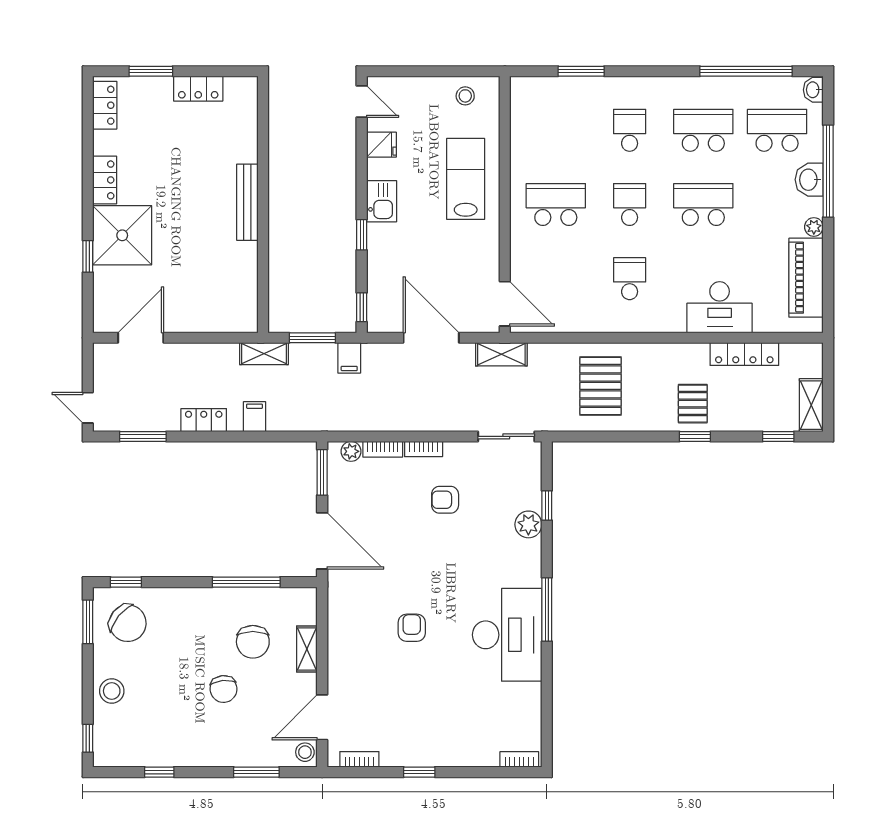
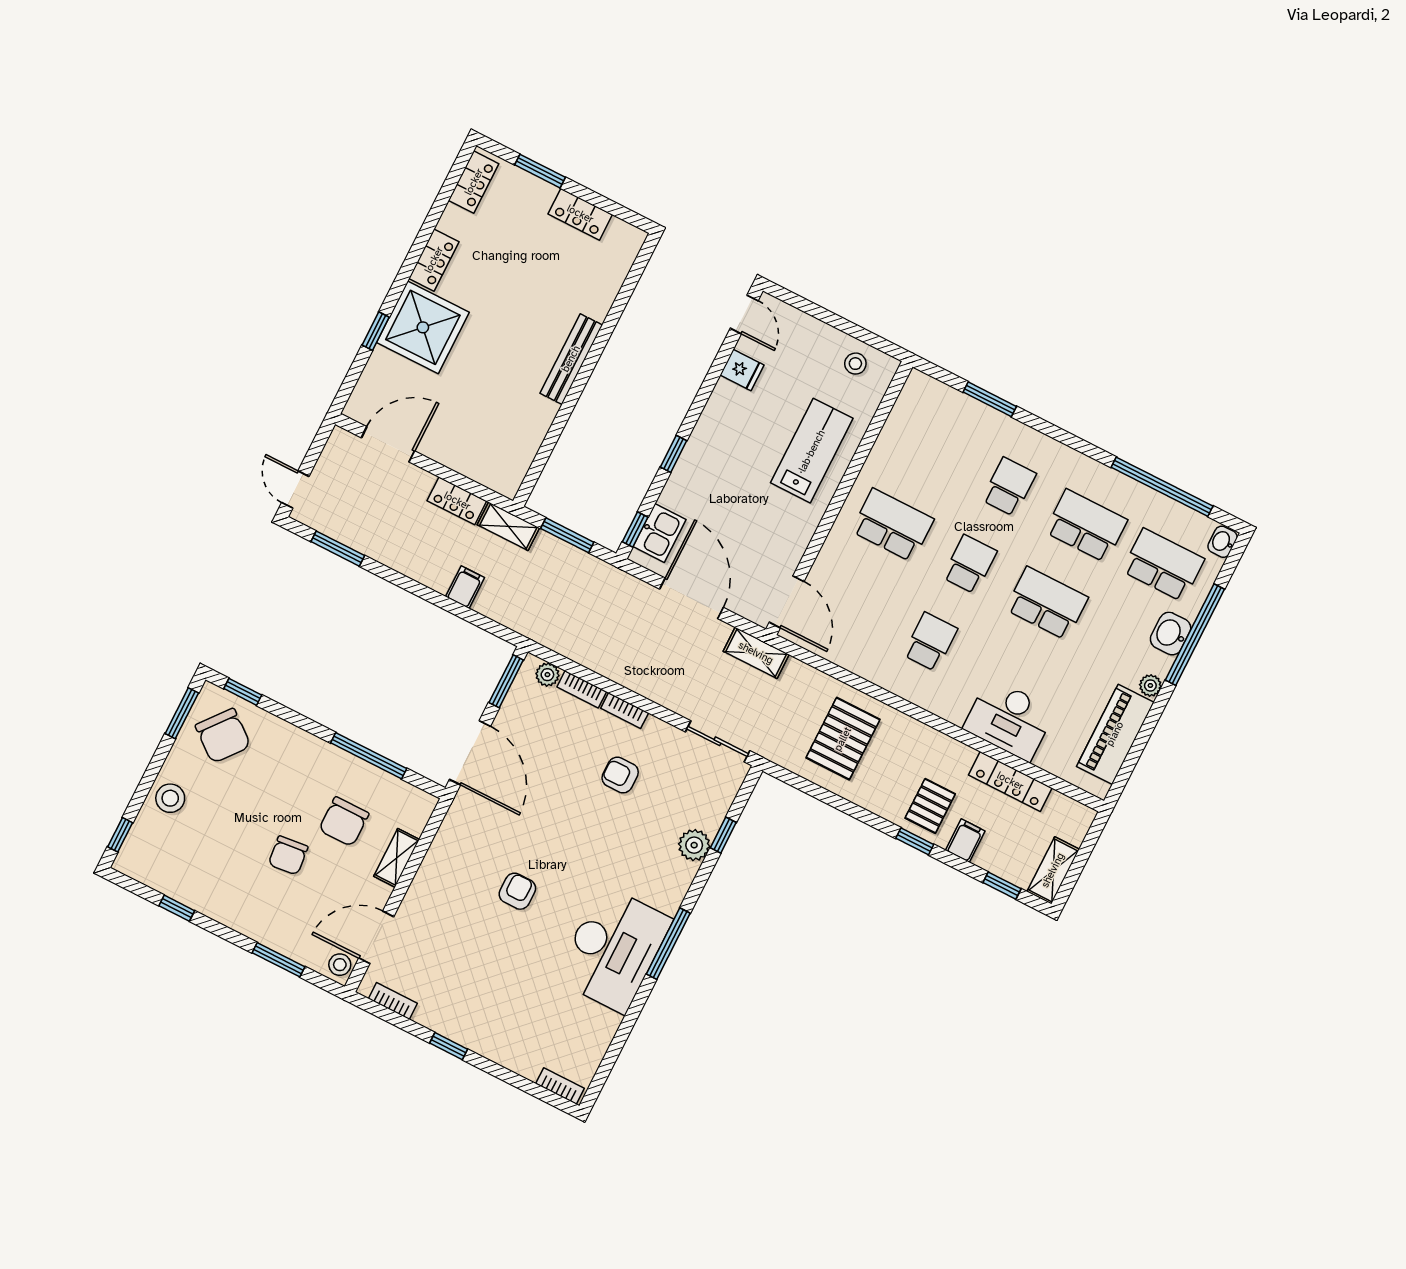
kitchen sink: (382, 201) -> (659, 533), moved
filing cabinet: (349, 358) -> (965, 841), moved, turned 180
locker: (204, 420) -> (457, 501), moved, turned 180

